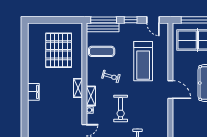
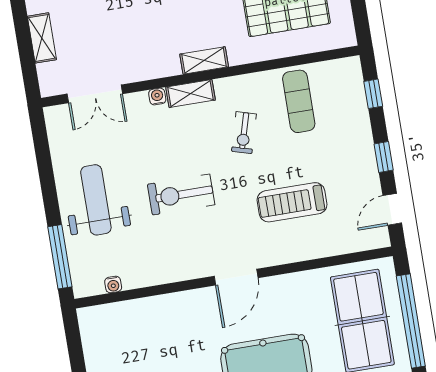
window: (104, 20) -> (373, 94), width x0.46
bench: (103, 27) -> (355, 95), removed
treadmill: (143, 61) -> (292, 202), width x0.73, depth x0.73
exercise bike: (121, 108) -> (181, 195), moved

